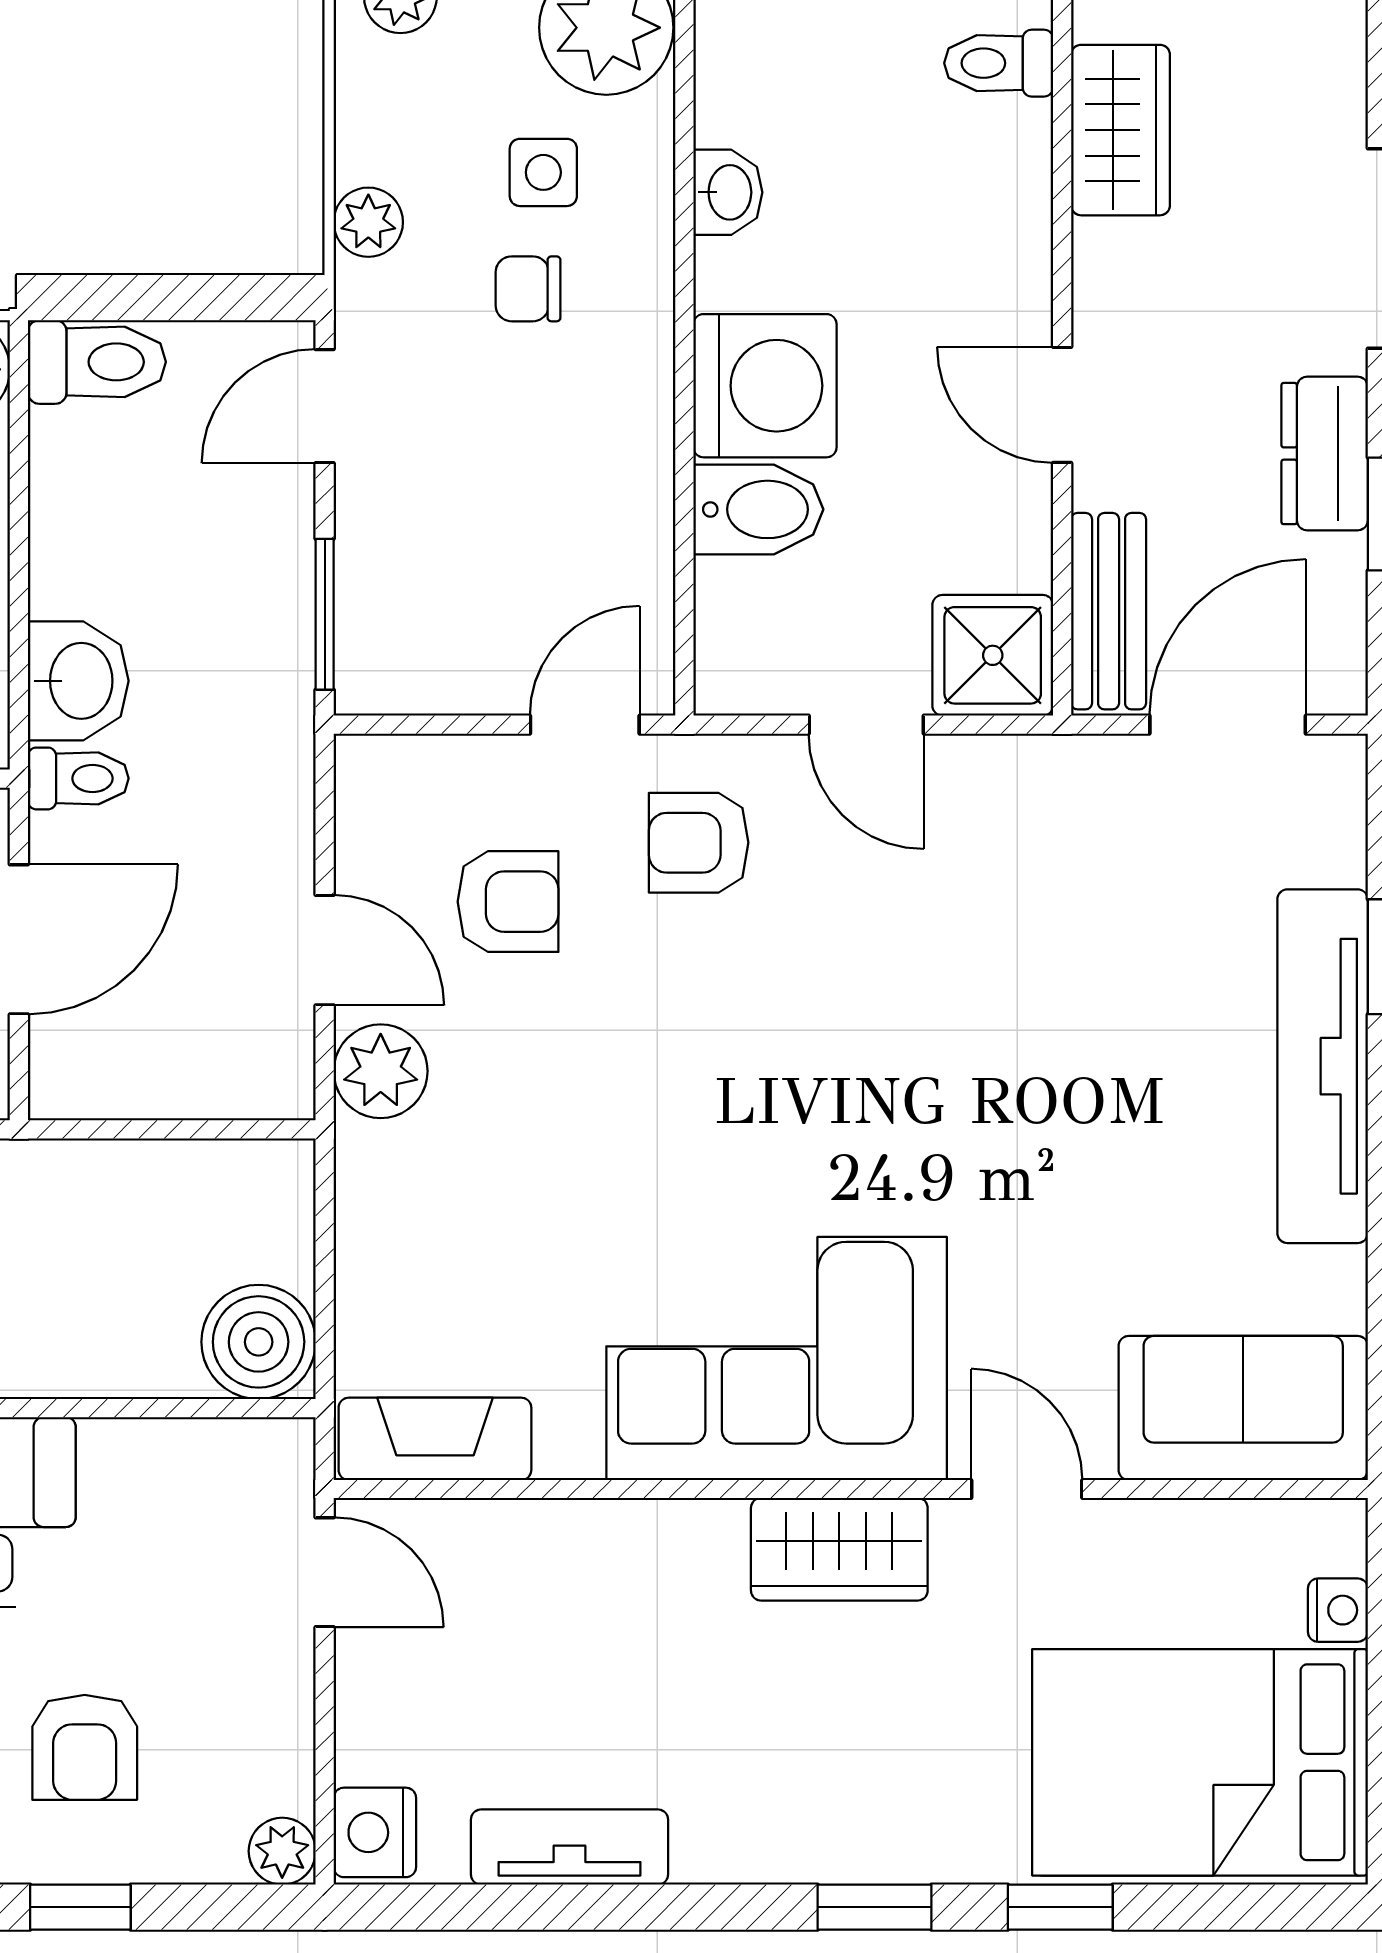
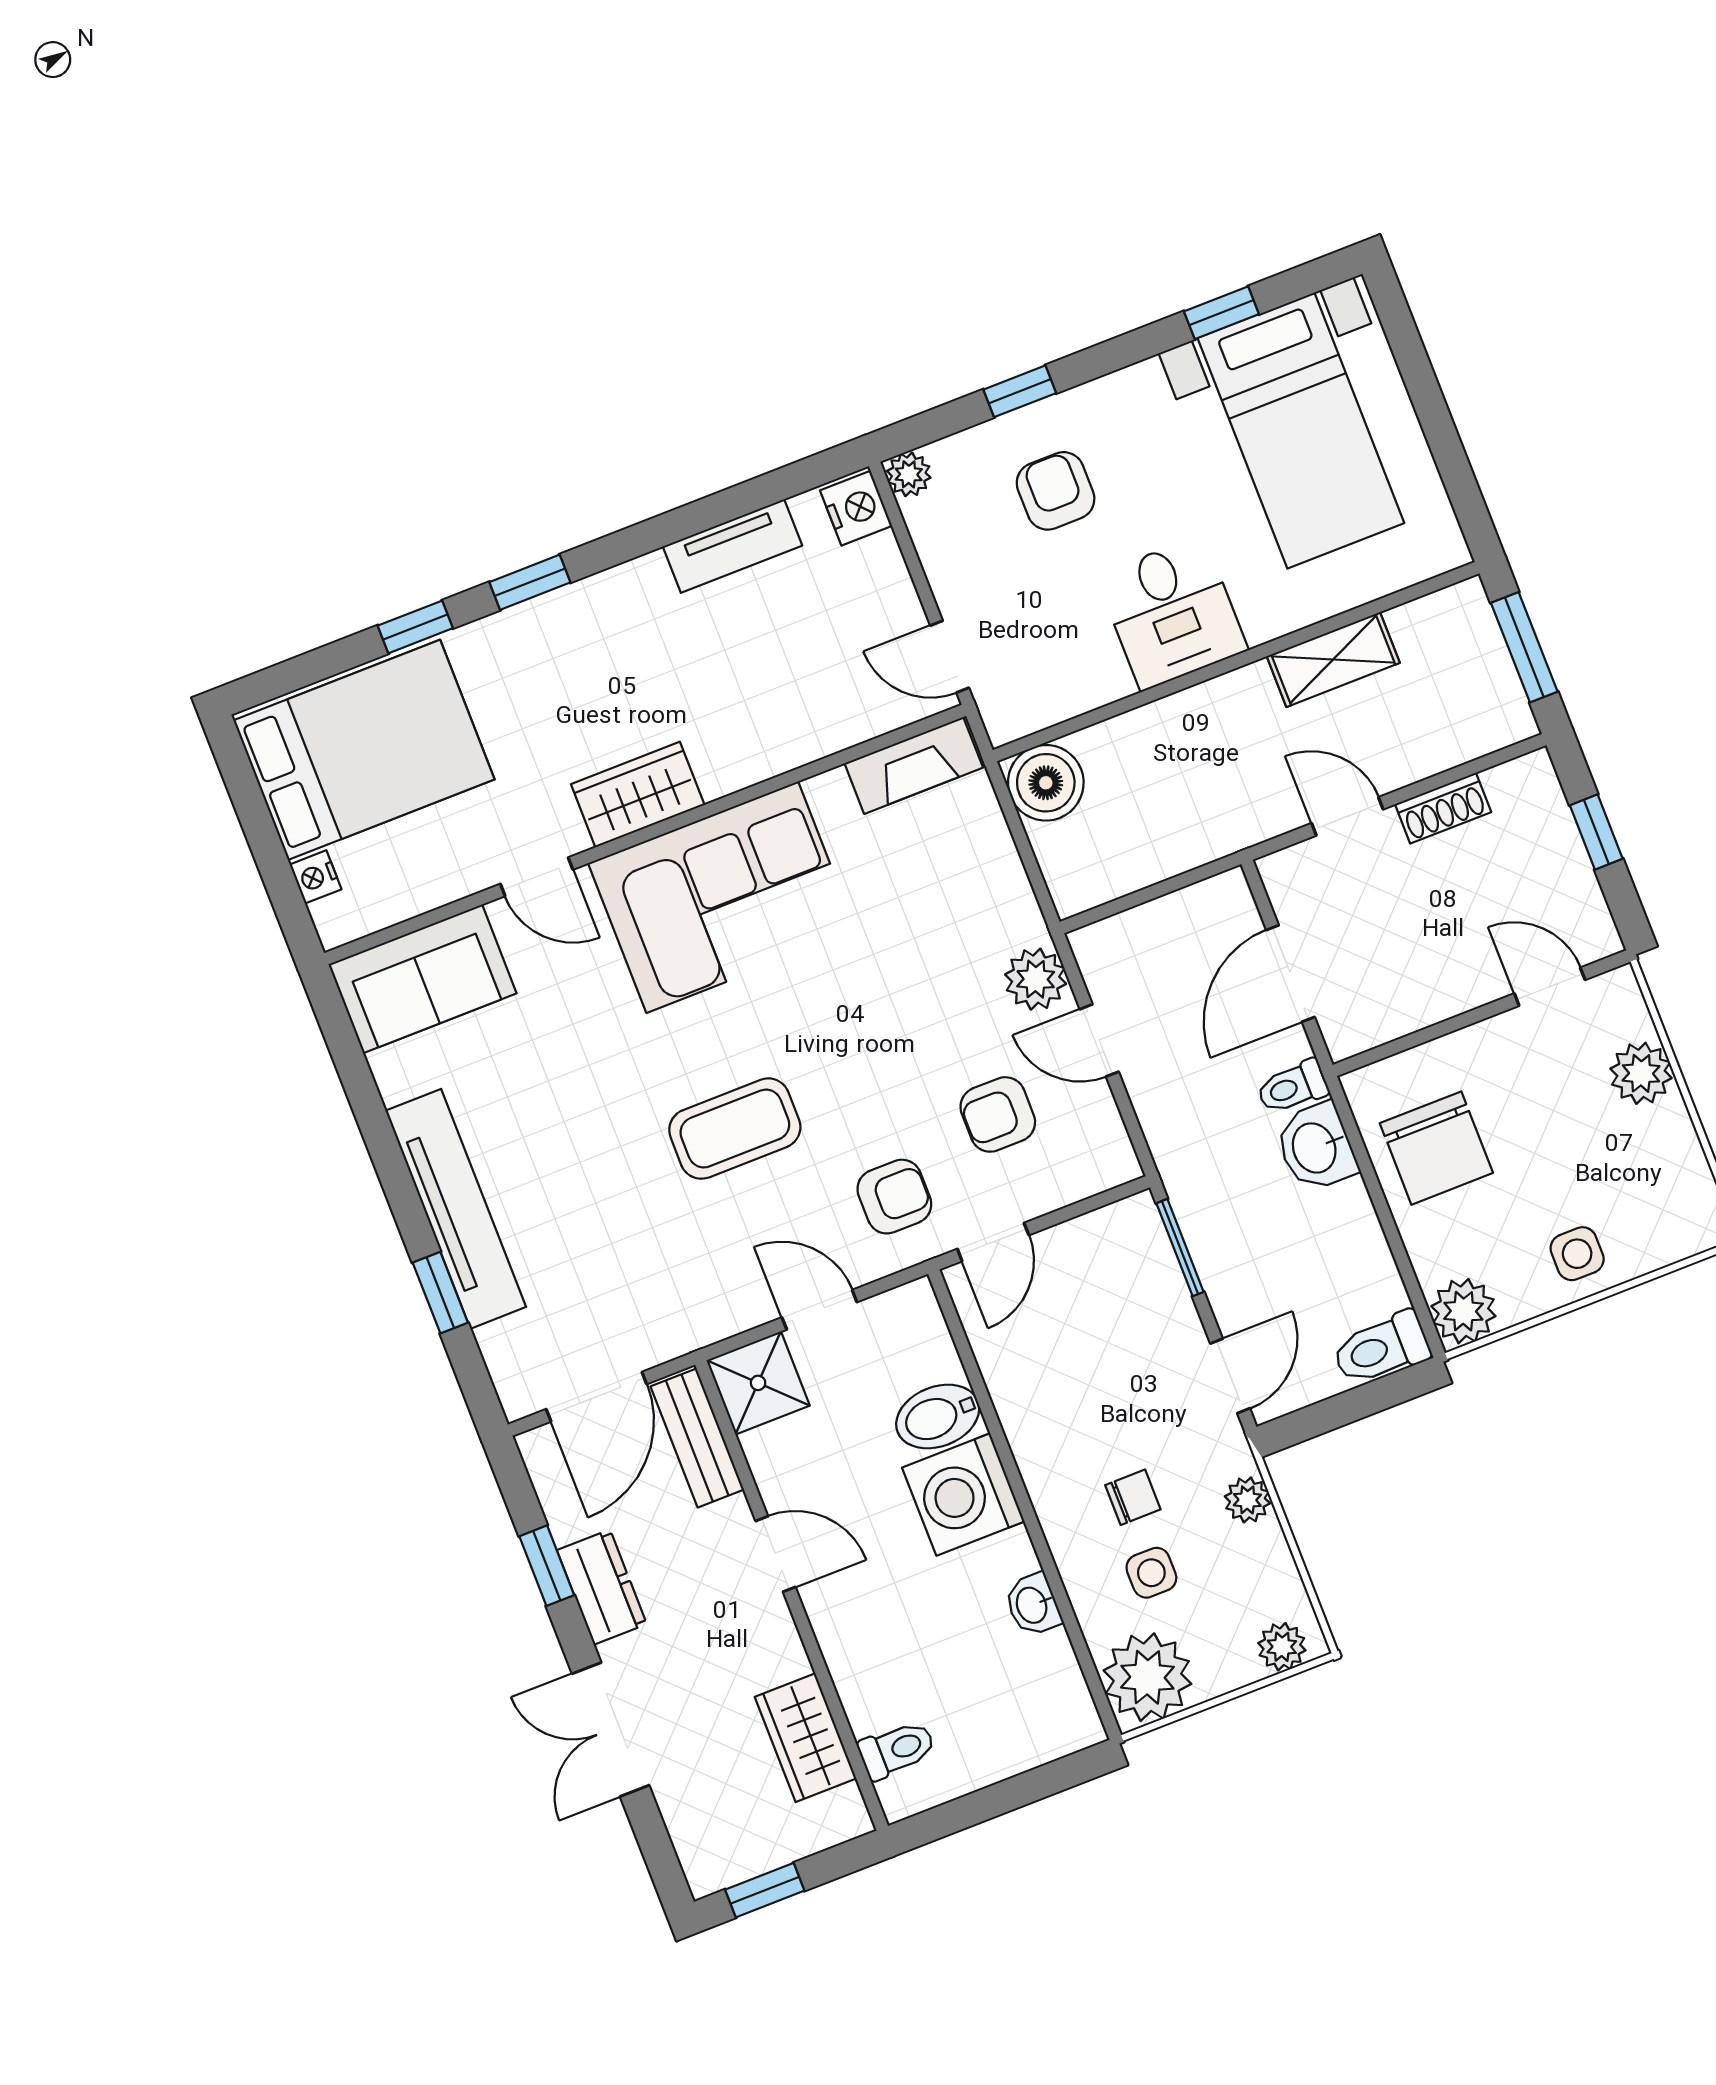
coffee table: (886, 1026) -> (735, 1129), added

